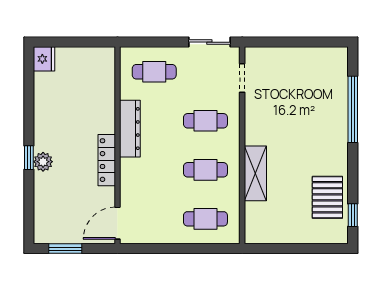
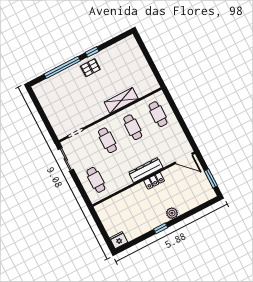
dresser: (130, 129) -> (146, 170), moved
window: (29, 158) -> (161, 228), moved
locker: (107, 160) -> (154, 181), width x0.66
pallet: (327, 197) -> (90, 68), moved, width x0.67, depth x0.71
window: (353, 215) -> (92, 52), moved

